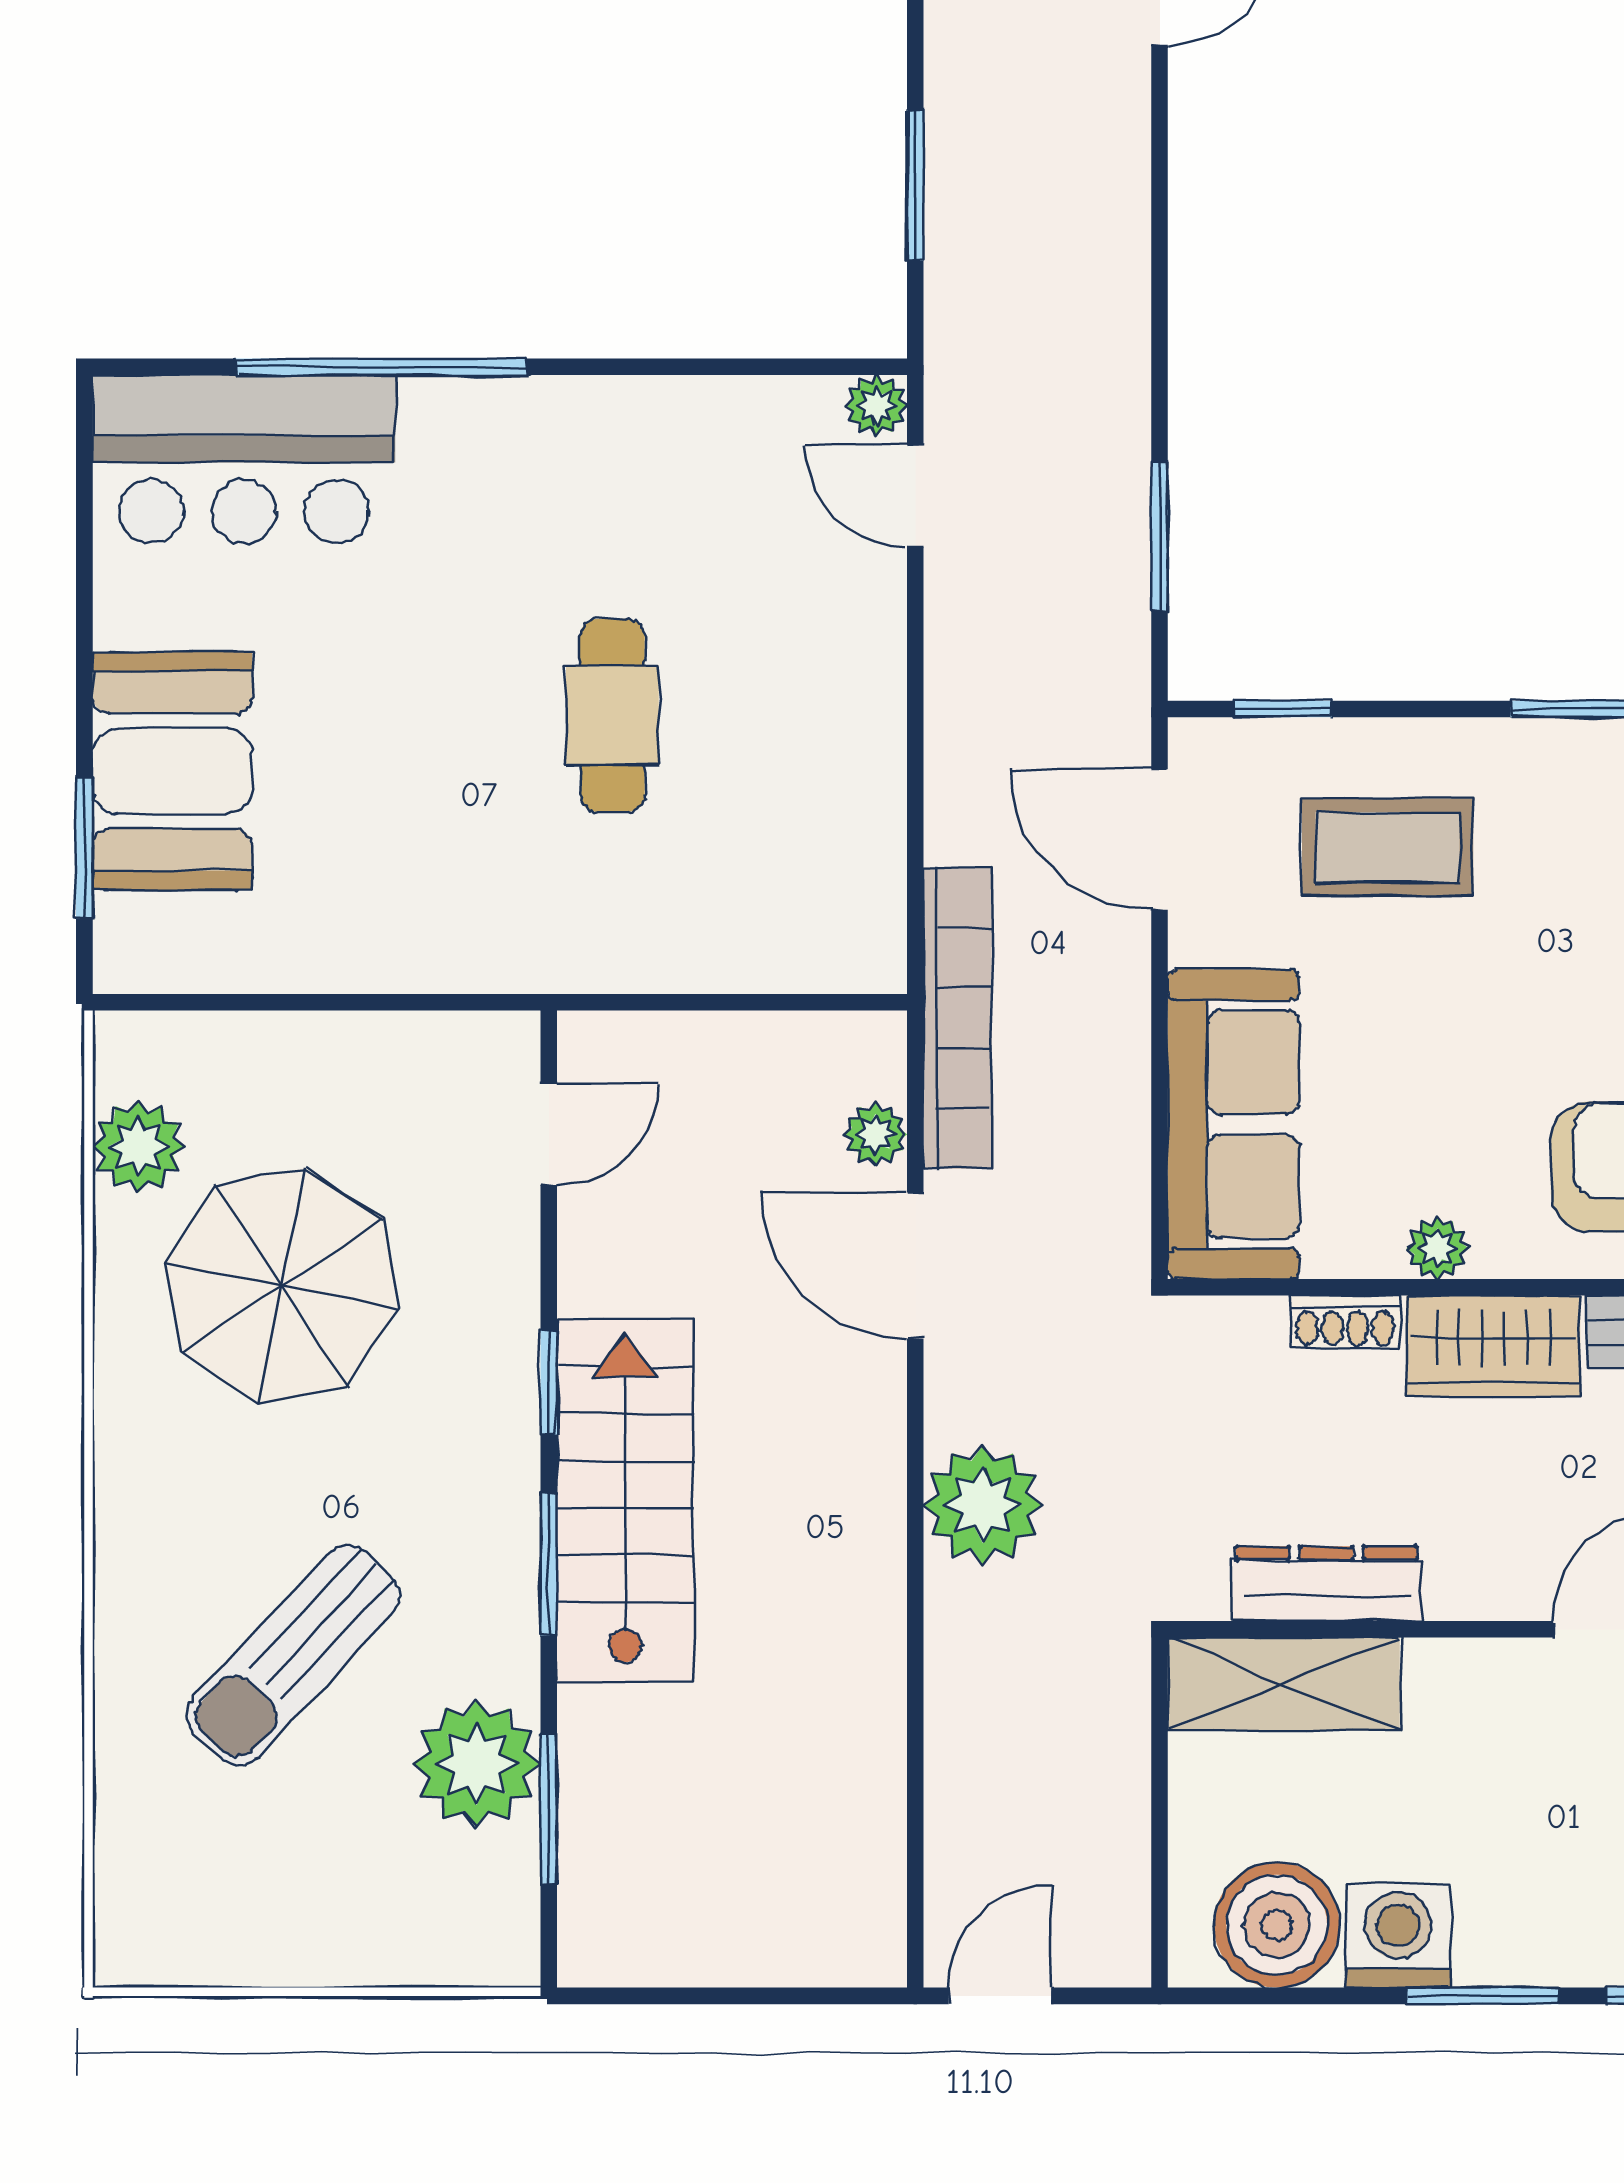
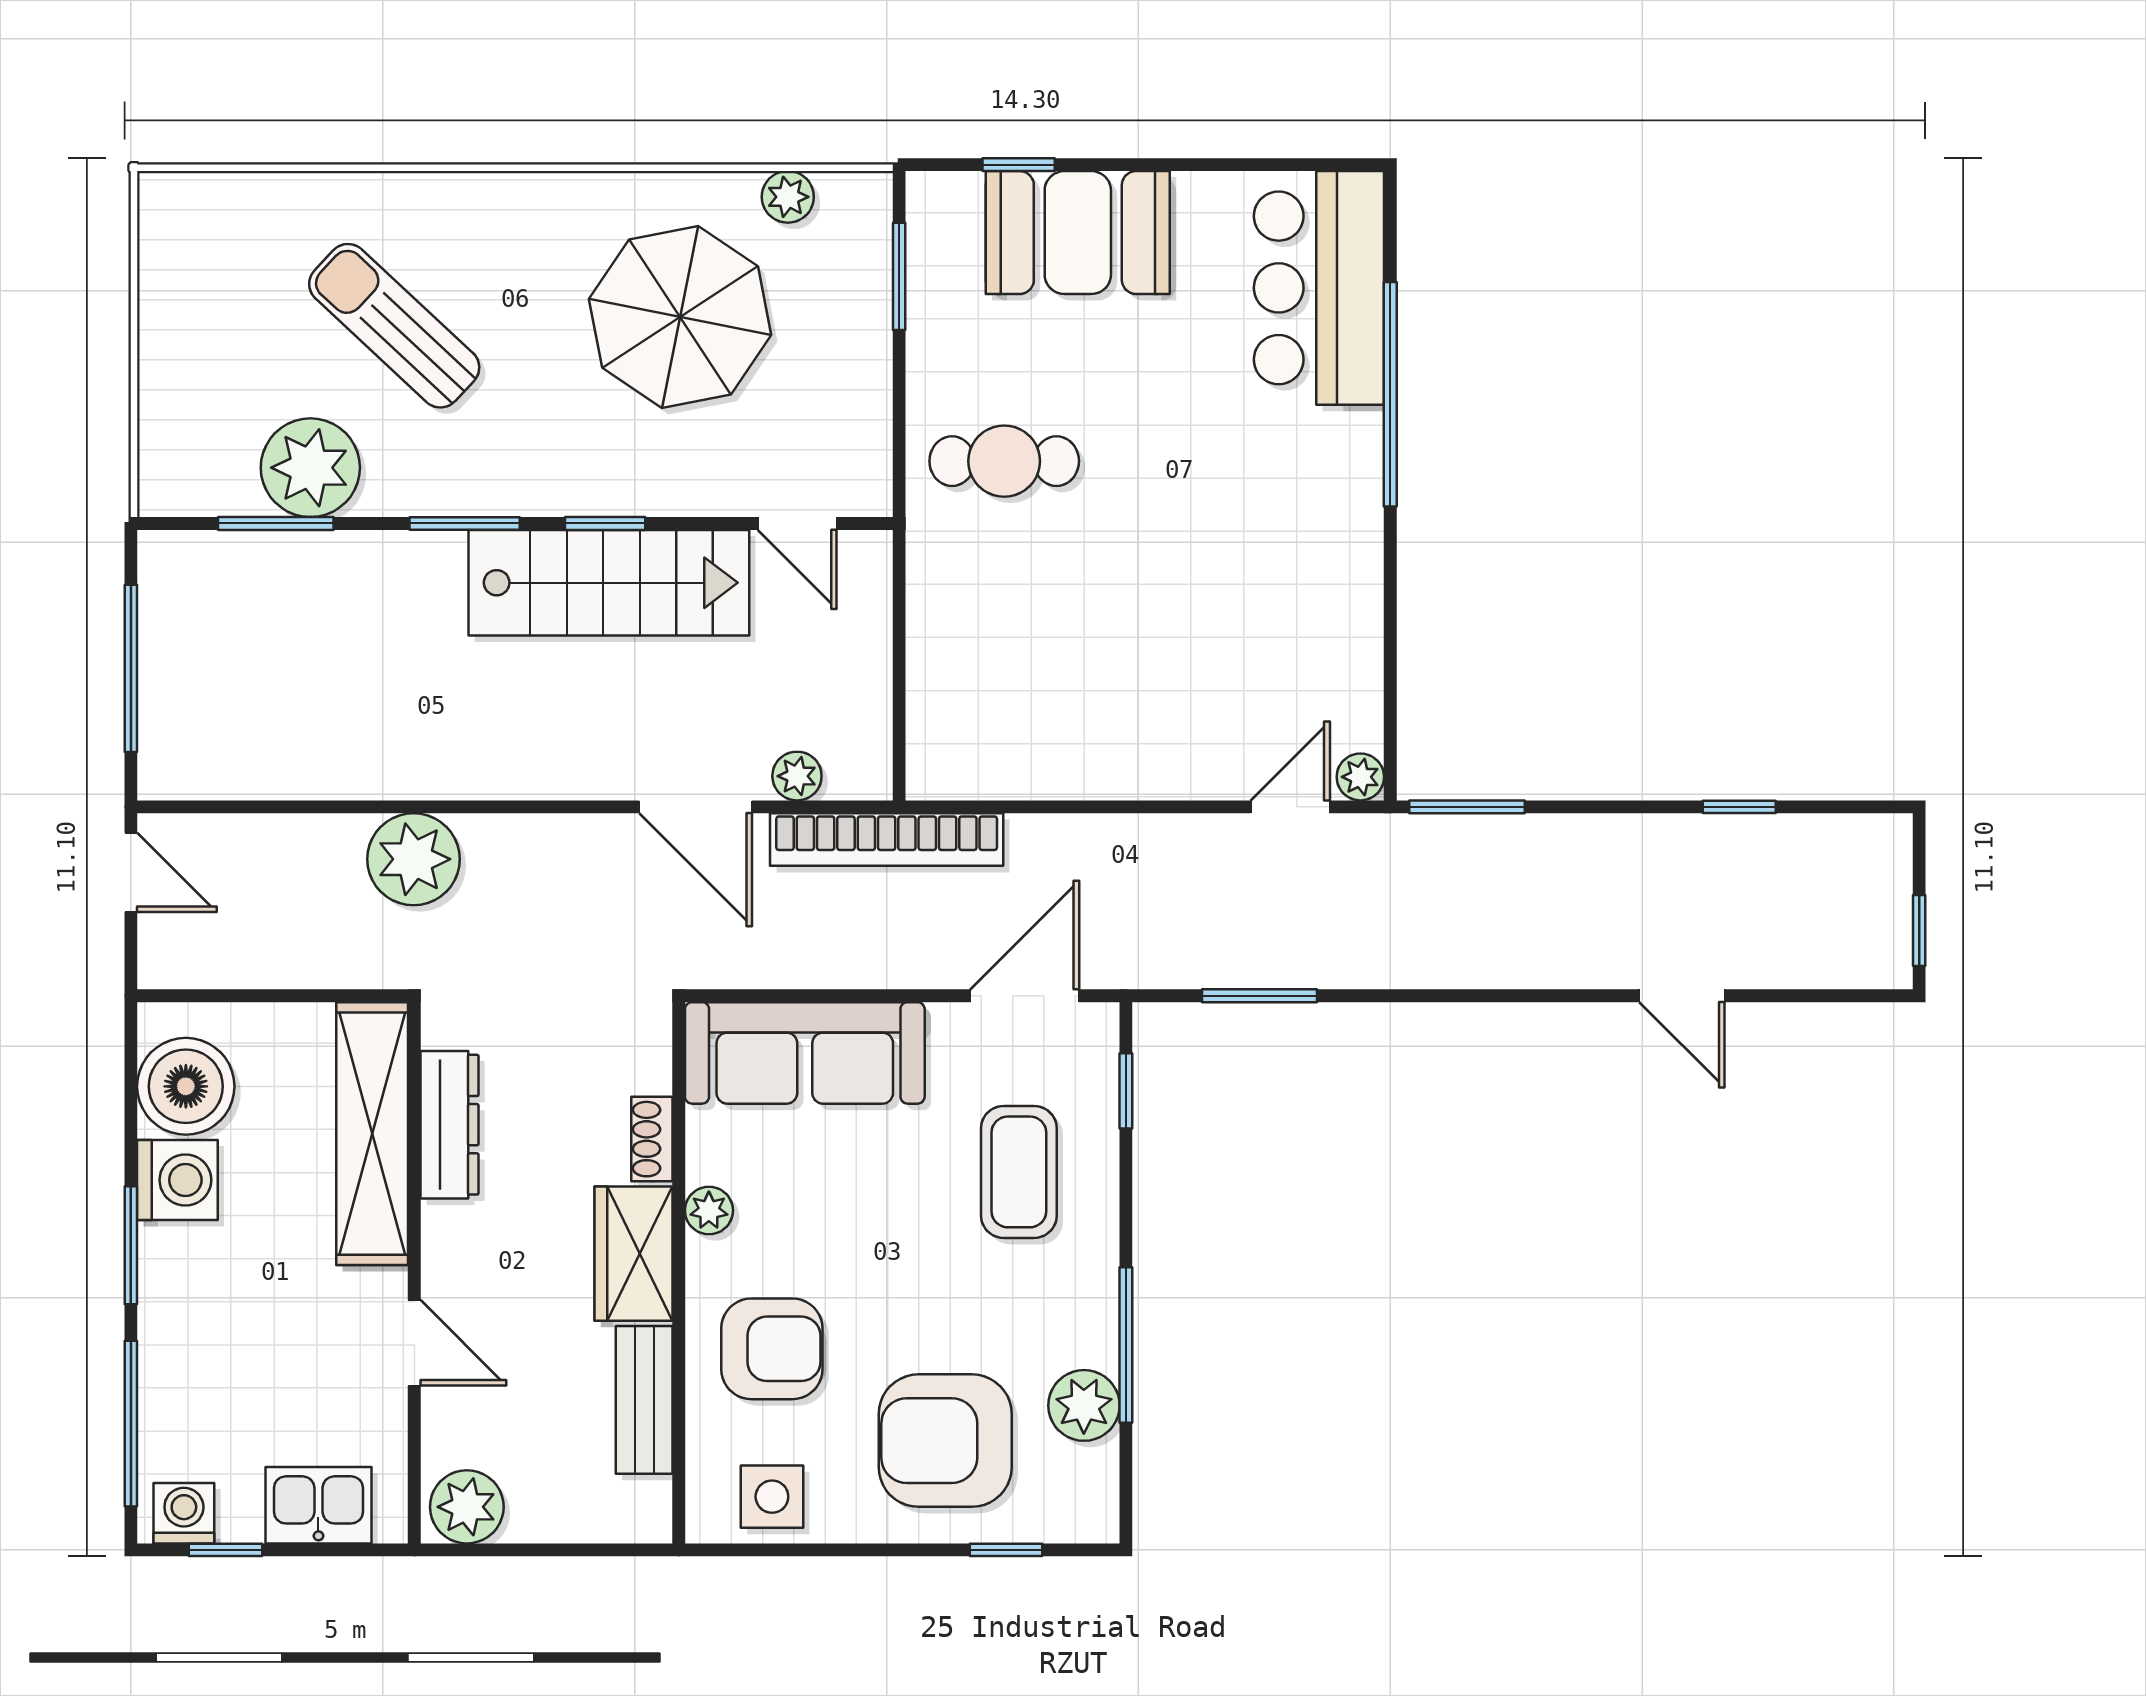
window: (915, 186) -> (1467, 807), moved
cafe table: (612, 715) -> (1004, 461), moved
window: (84, 848) -> (1019, 165), width x0.67
window: (229, 1002) -> (899, 276), added
plant: (139, 1146) -> (788, 197), width x0.73, depth x0.73
door: (915, 1265) -> (696, 807), swing flipped
stairs: (625, 1500) -> (609, 583), moved
plant: (983, 1505) -> (414, 859), moved
shelving: (1284, 1684) -> (372, 1134), width x1.47
window: (736, 1996) -> (131, 668), added

